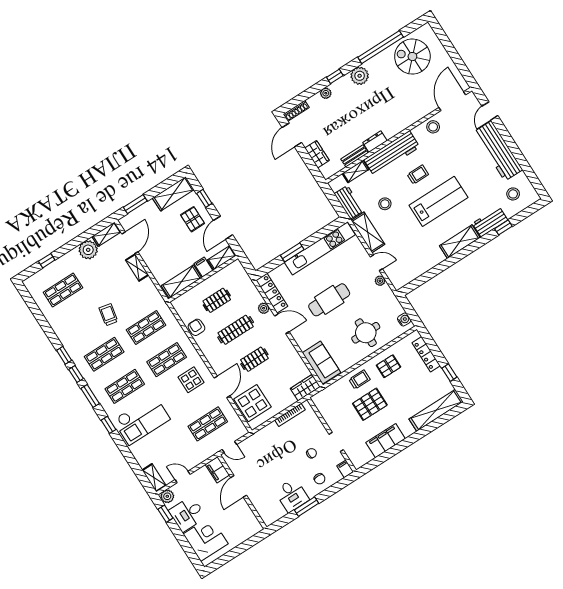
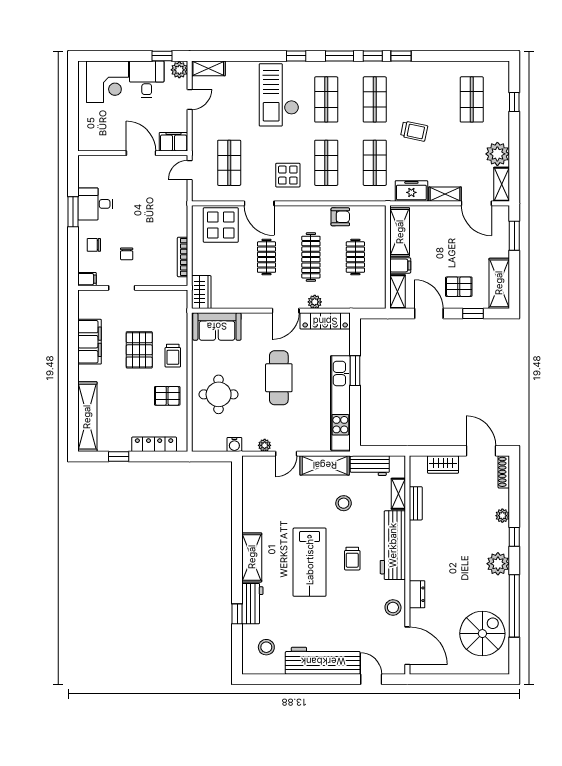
dresser: (375, 142) -> (417, 594), moved
freezer: (149, 291) -> (411, 191), added
water cooler: (404, 319) -> (234, 444), moved
pallet: (389, 366) -> (167, 396), turned 90

